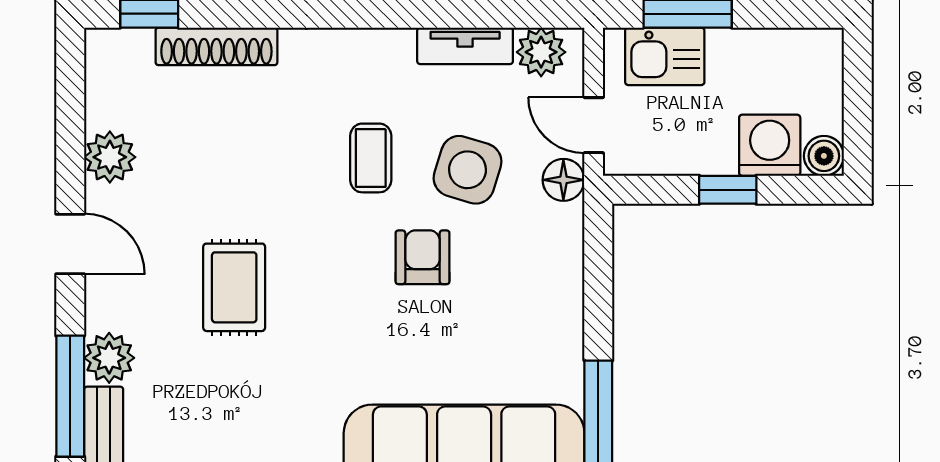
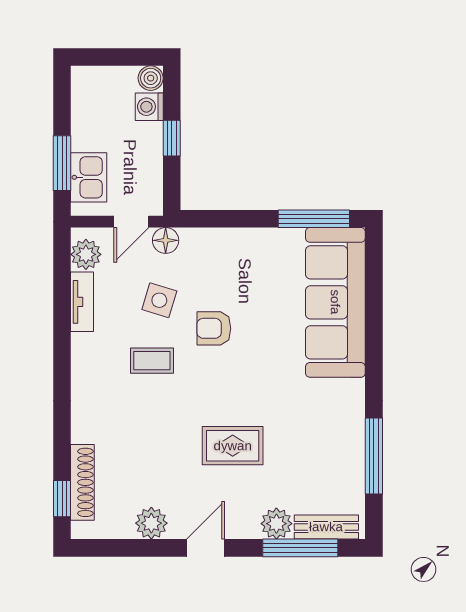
shoe rack: (216, 46) -> (82, 482), moved
washing machine: (770, 145) -> (149, 107), width x0.73, depth x0.73
side table: (468, 170) -> (159, 300), width x0.73, depth x0.73

